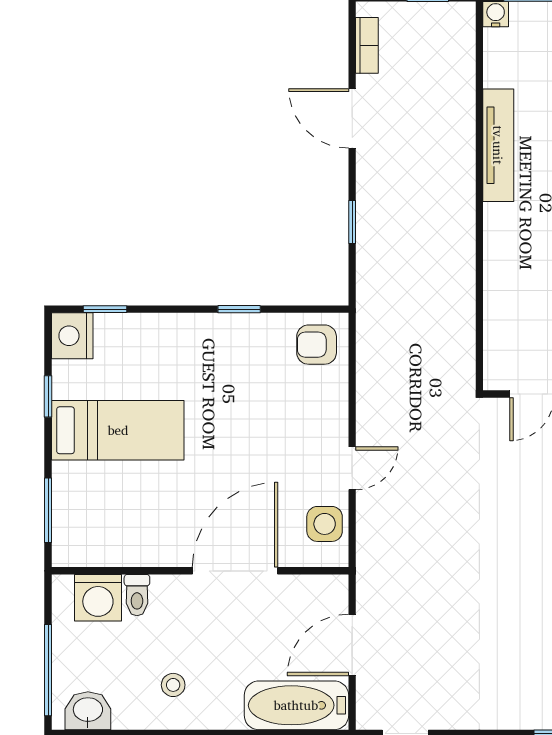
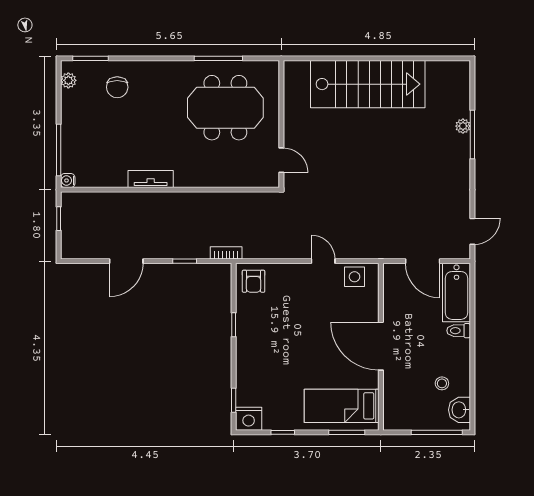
bookcase: (367, 45) -> (226, 253), moved
tv unit: (498, 145) -> (151, 179), width x0.71
bed: (118, 430) -> (342, 406), moved, turned -90
door: (235, 571) -> (381, 346), moved
toilet: (137, 595) -> (459, 331), moved, turned 180
washing machine: (98, 598) -> (396, 404), removed
stool: (173, 685) -> (442, 383), moved

